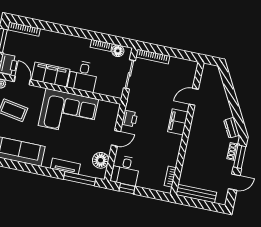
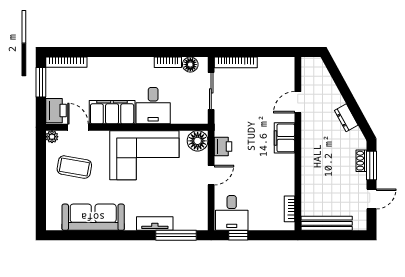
dresser: (231, 128) -> (346, 118), moved
floor lamp: (101, 160) -> (198, 141), moved

